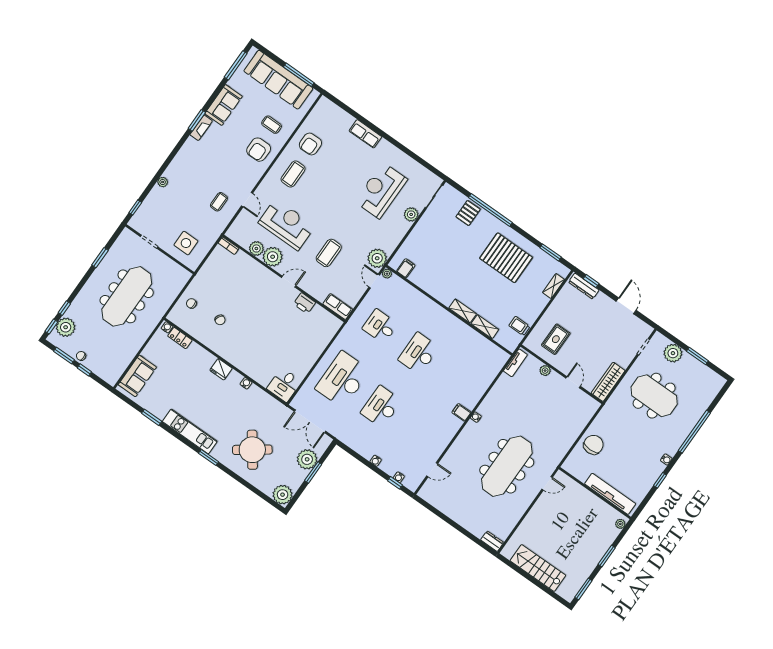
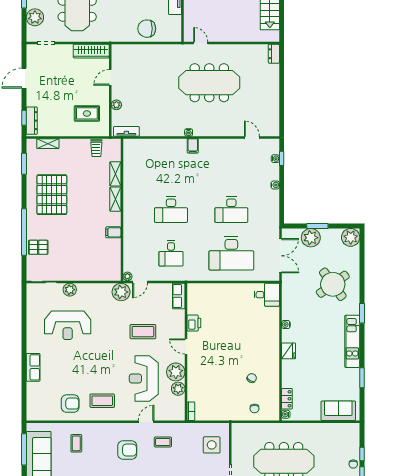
armchair: (259, 150) -> (127, 450), moved
filing cabinet: (406, 268) -> (113, 232), moved

